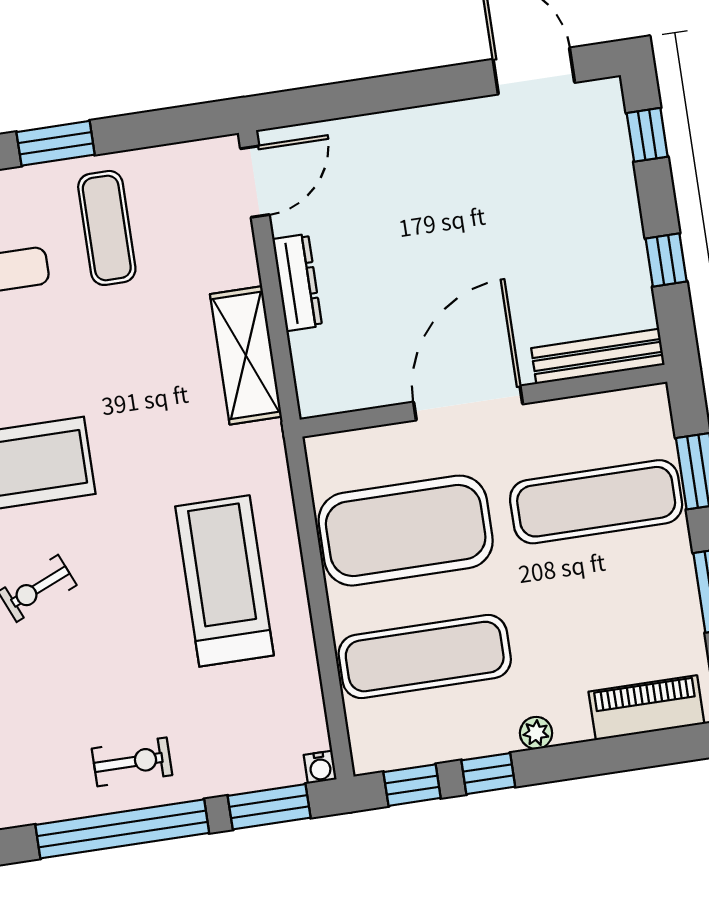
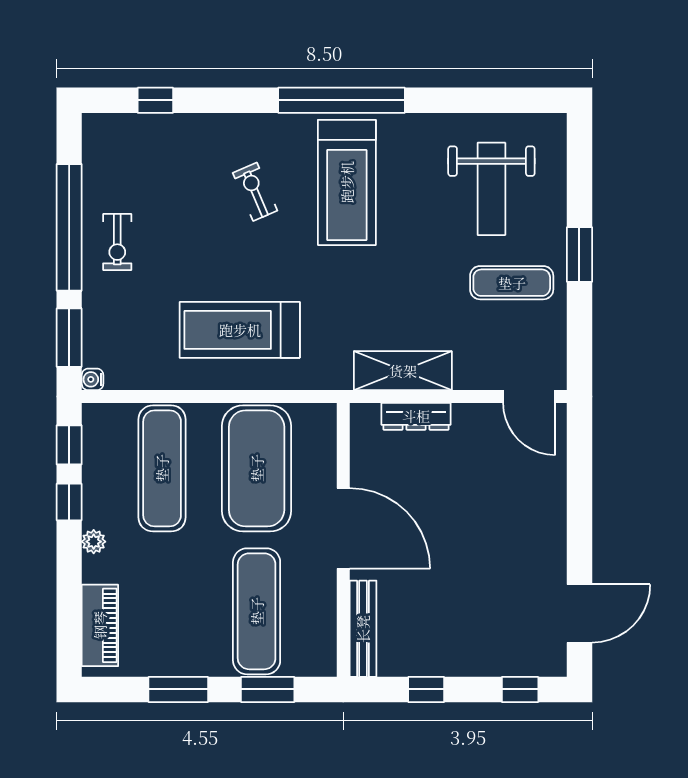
dresser: (297, 283) -> (416, 416), moved
treadmill: (224, 581) -> (240, 330), turned 180

